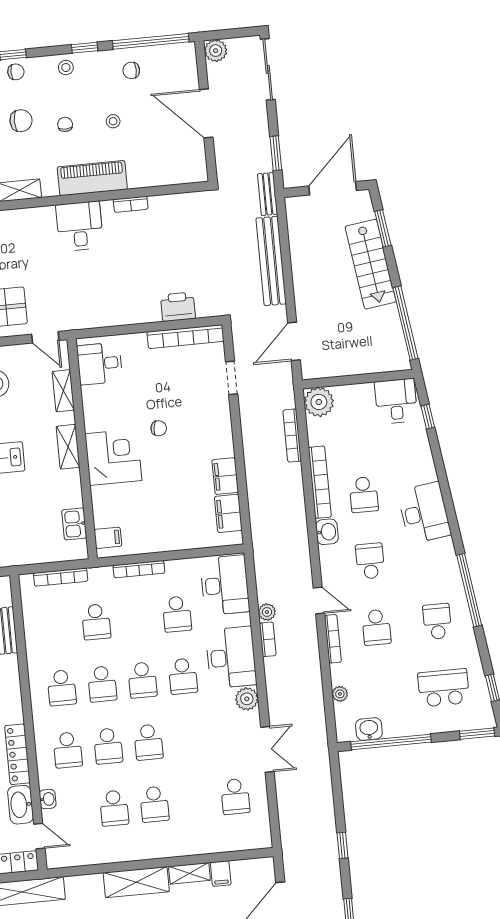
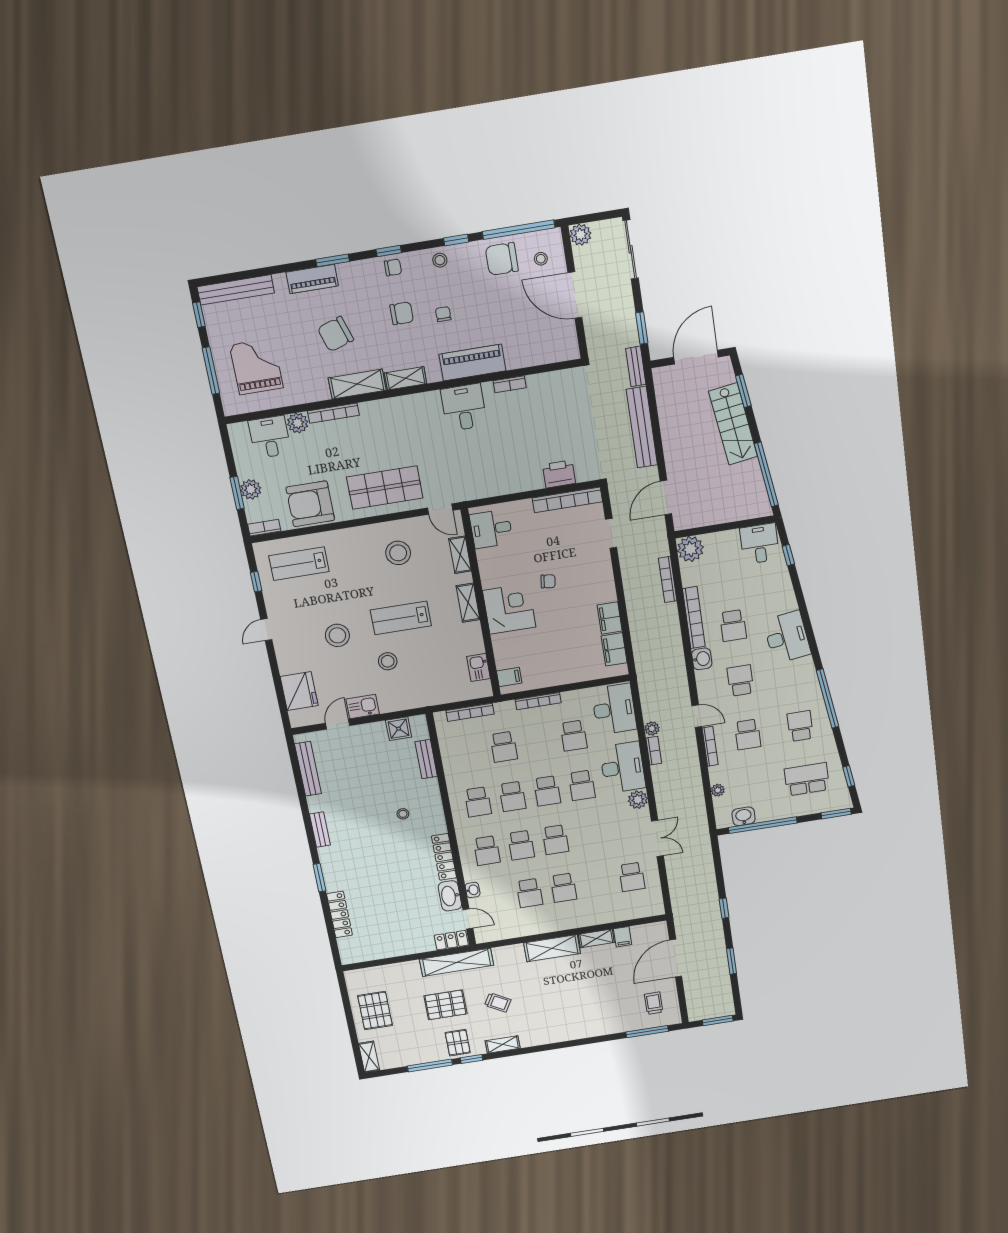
chair: (131, 70) -> (502, 259), width x1.87, depth x1.87
stool: (113, 121) -> (541, 259), moved

